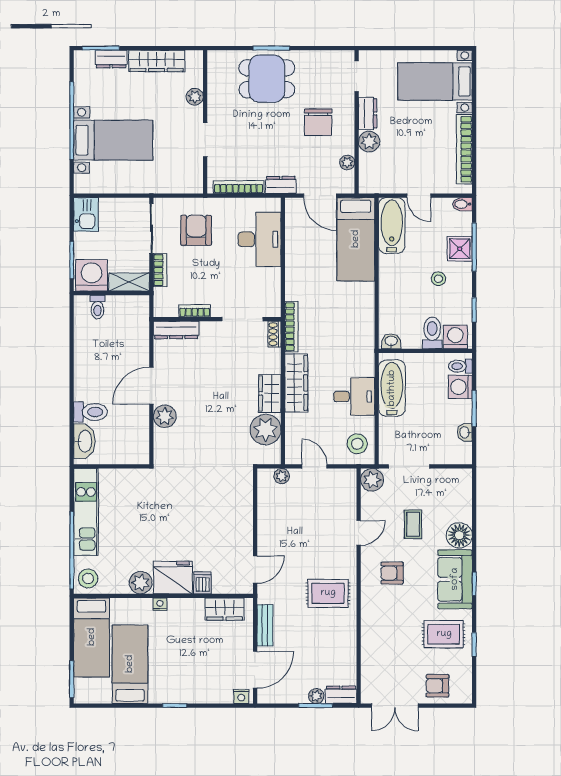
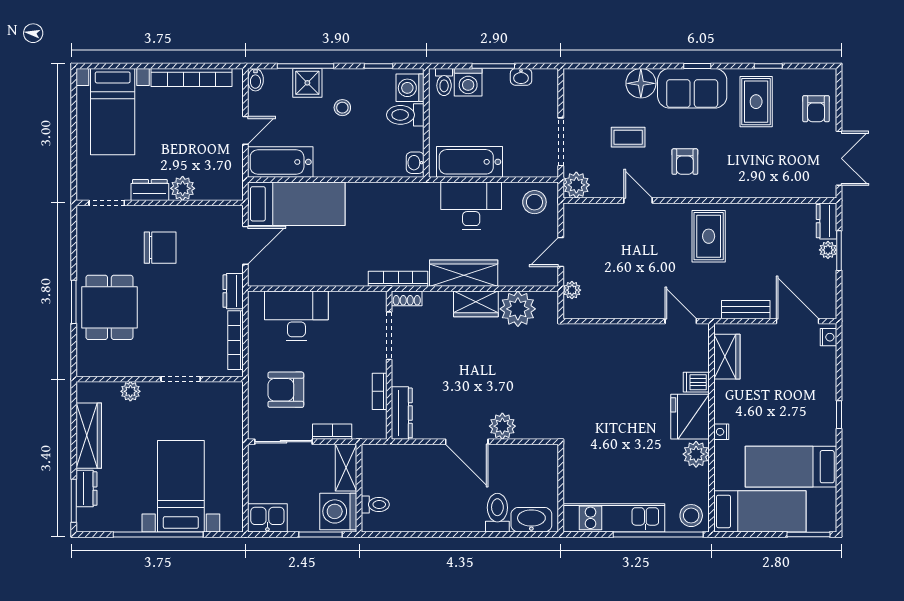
plant: (347, 162) -> (207, 214), removed
desk: (354, 397) -> (471, 206), width x1.37

